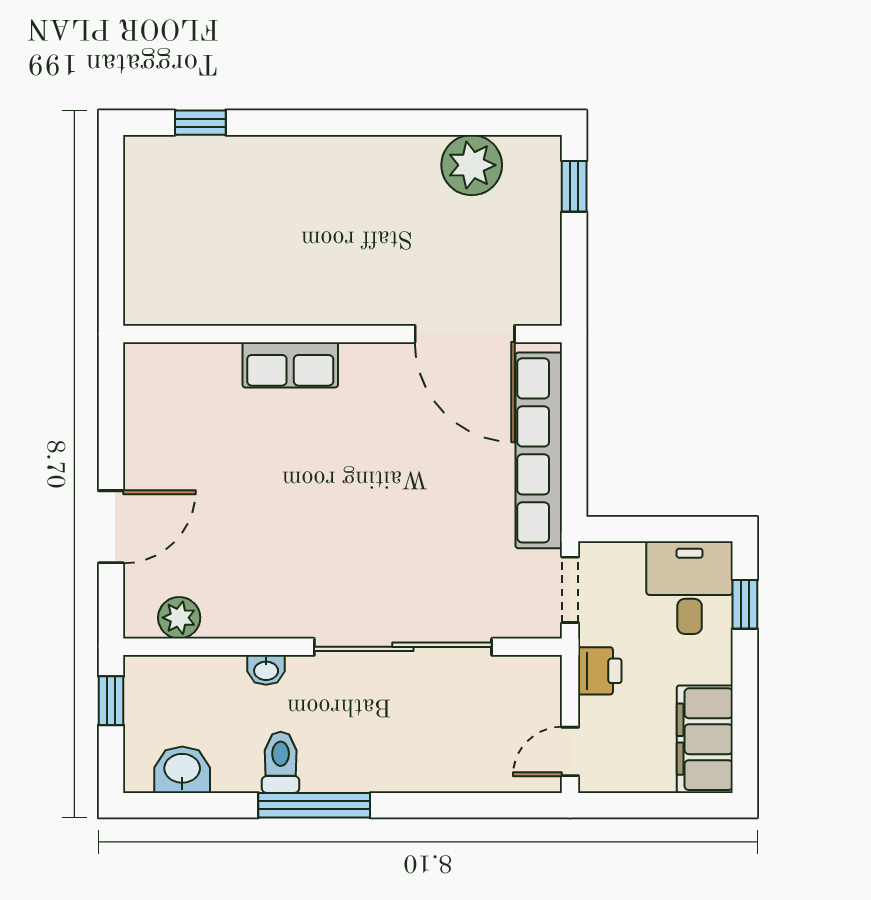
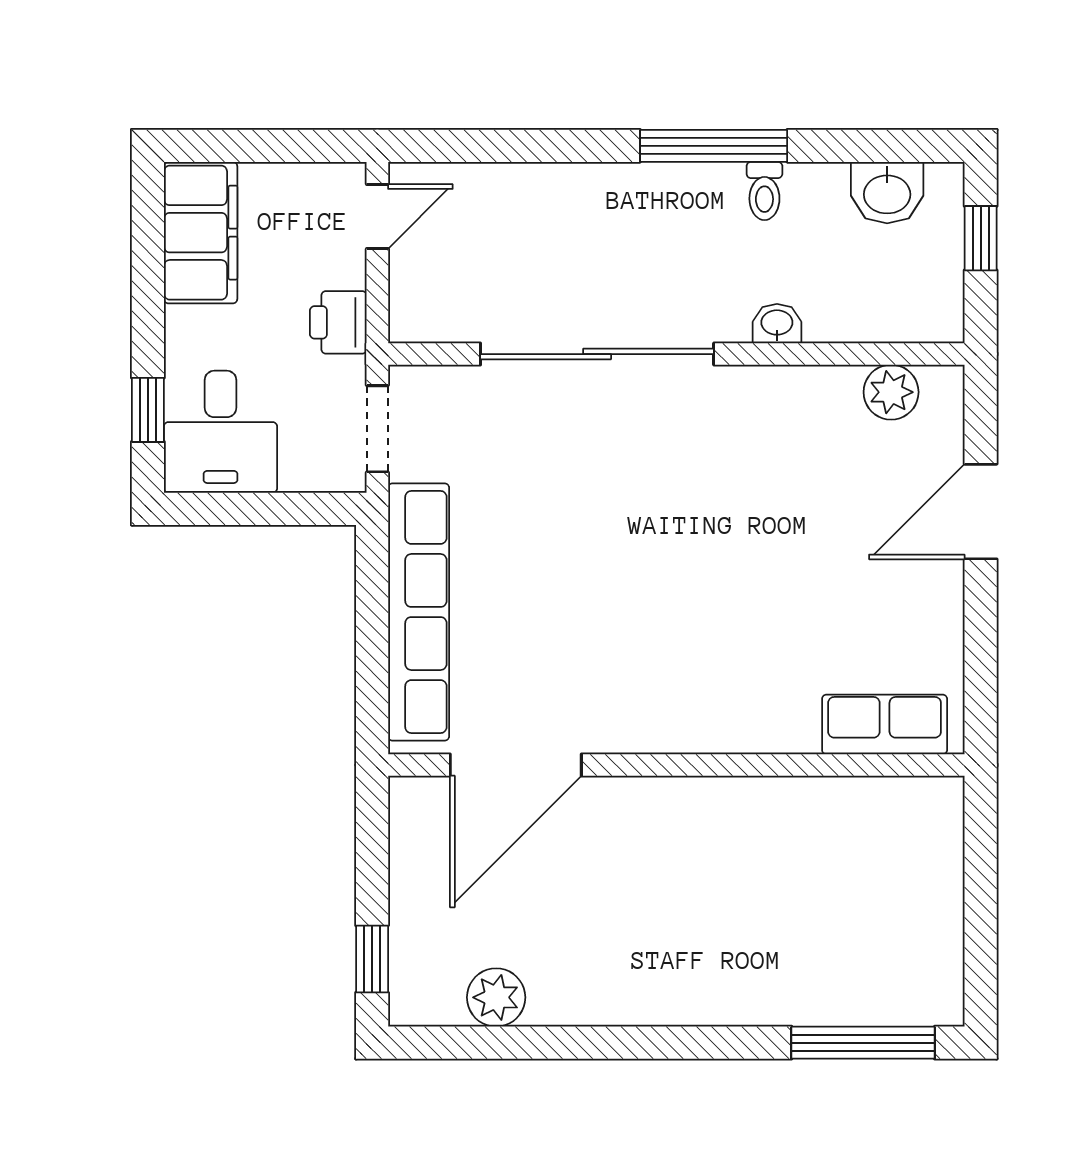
window: (200, 123) -> (863, 1043), width x2.17
plant: (472, 165) -> (496, 997), width x0.73, depth x0.73
door: (465, 334) -> (516, 765), swing flipped
row of seats: (290, 365) -> (885, 724), moved
window: (111, 701) -> (981, 238), moved
toilet: (281, 762) -> (764, 191), width x0.73, depth x0.72

